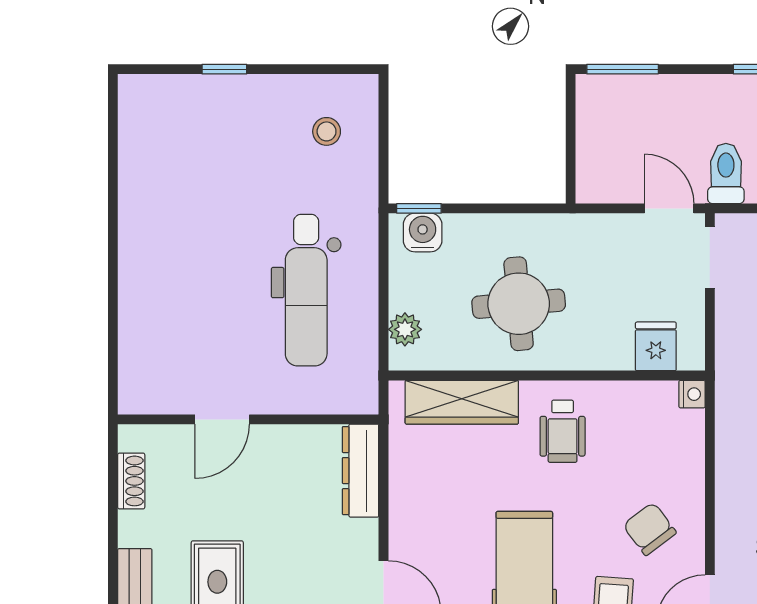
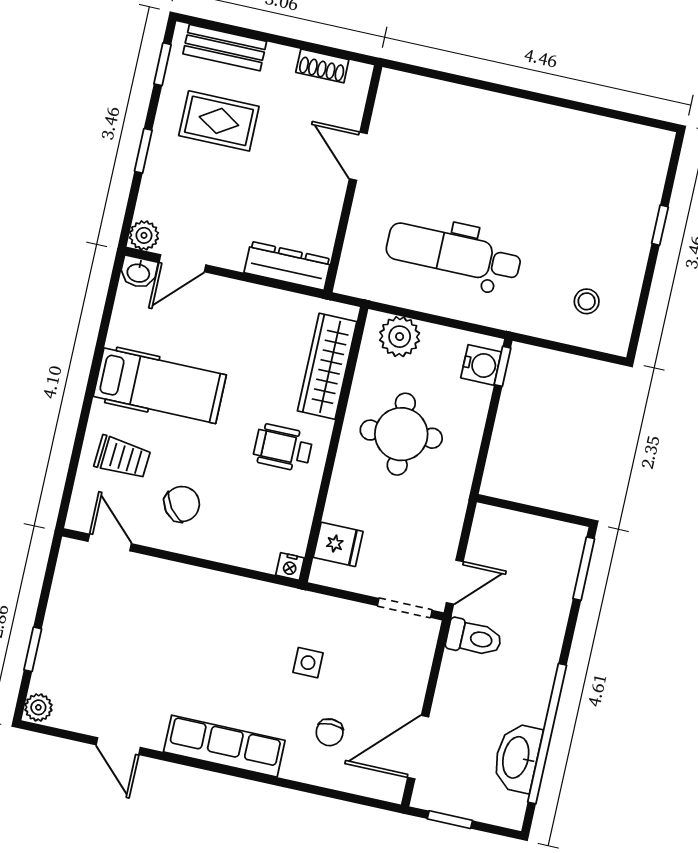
plant: (405, 329) -> (400, 337), width x1.38, depth x1.38

